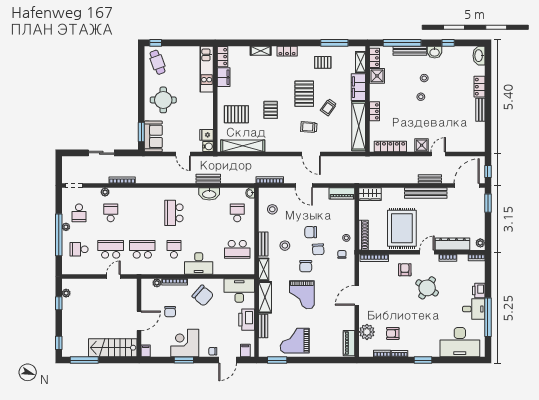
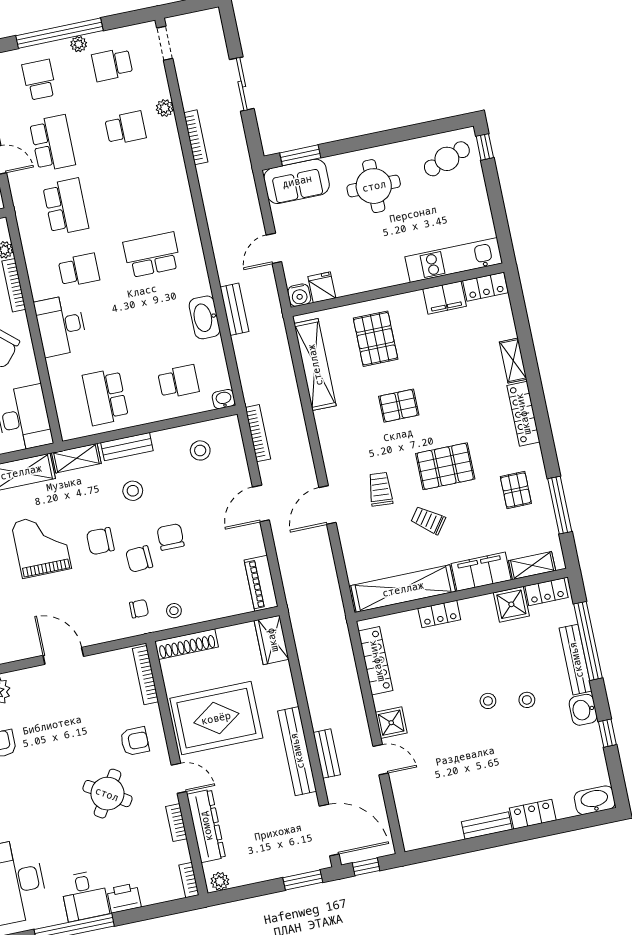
locker: (287, 51) -> (523, 414), width x1.53
grand piano: (302, 295) -> (41, 545), turned 90

